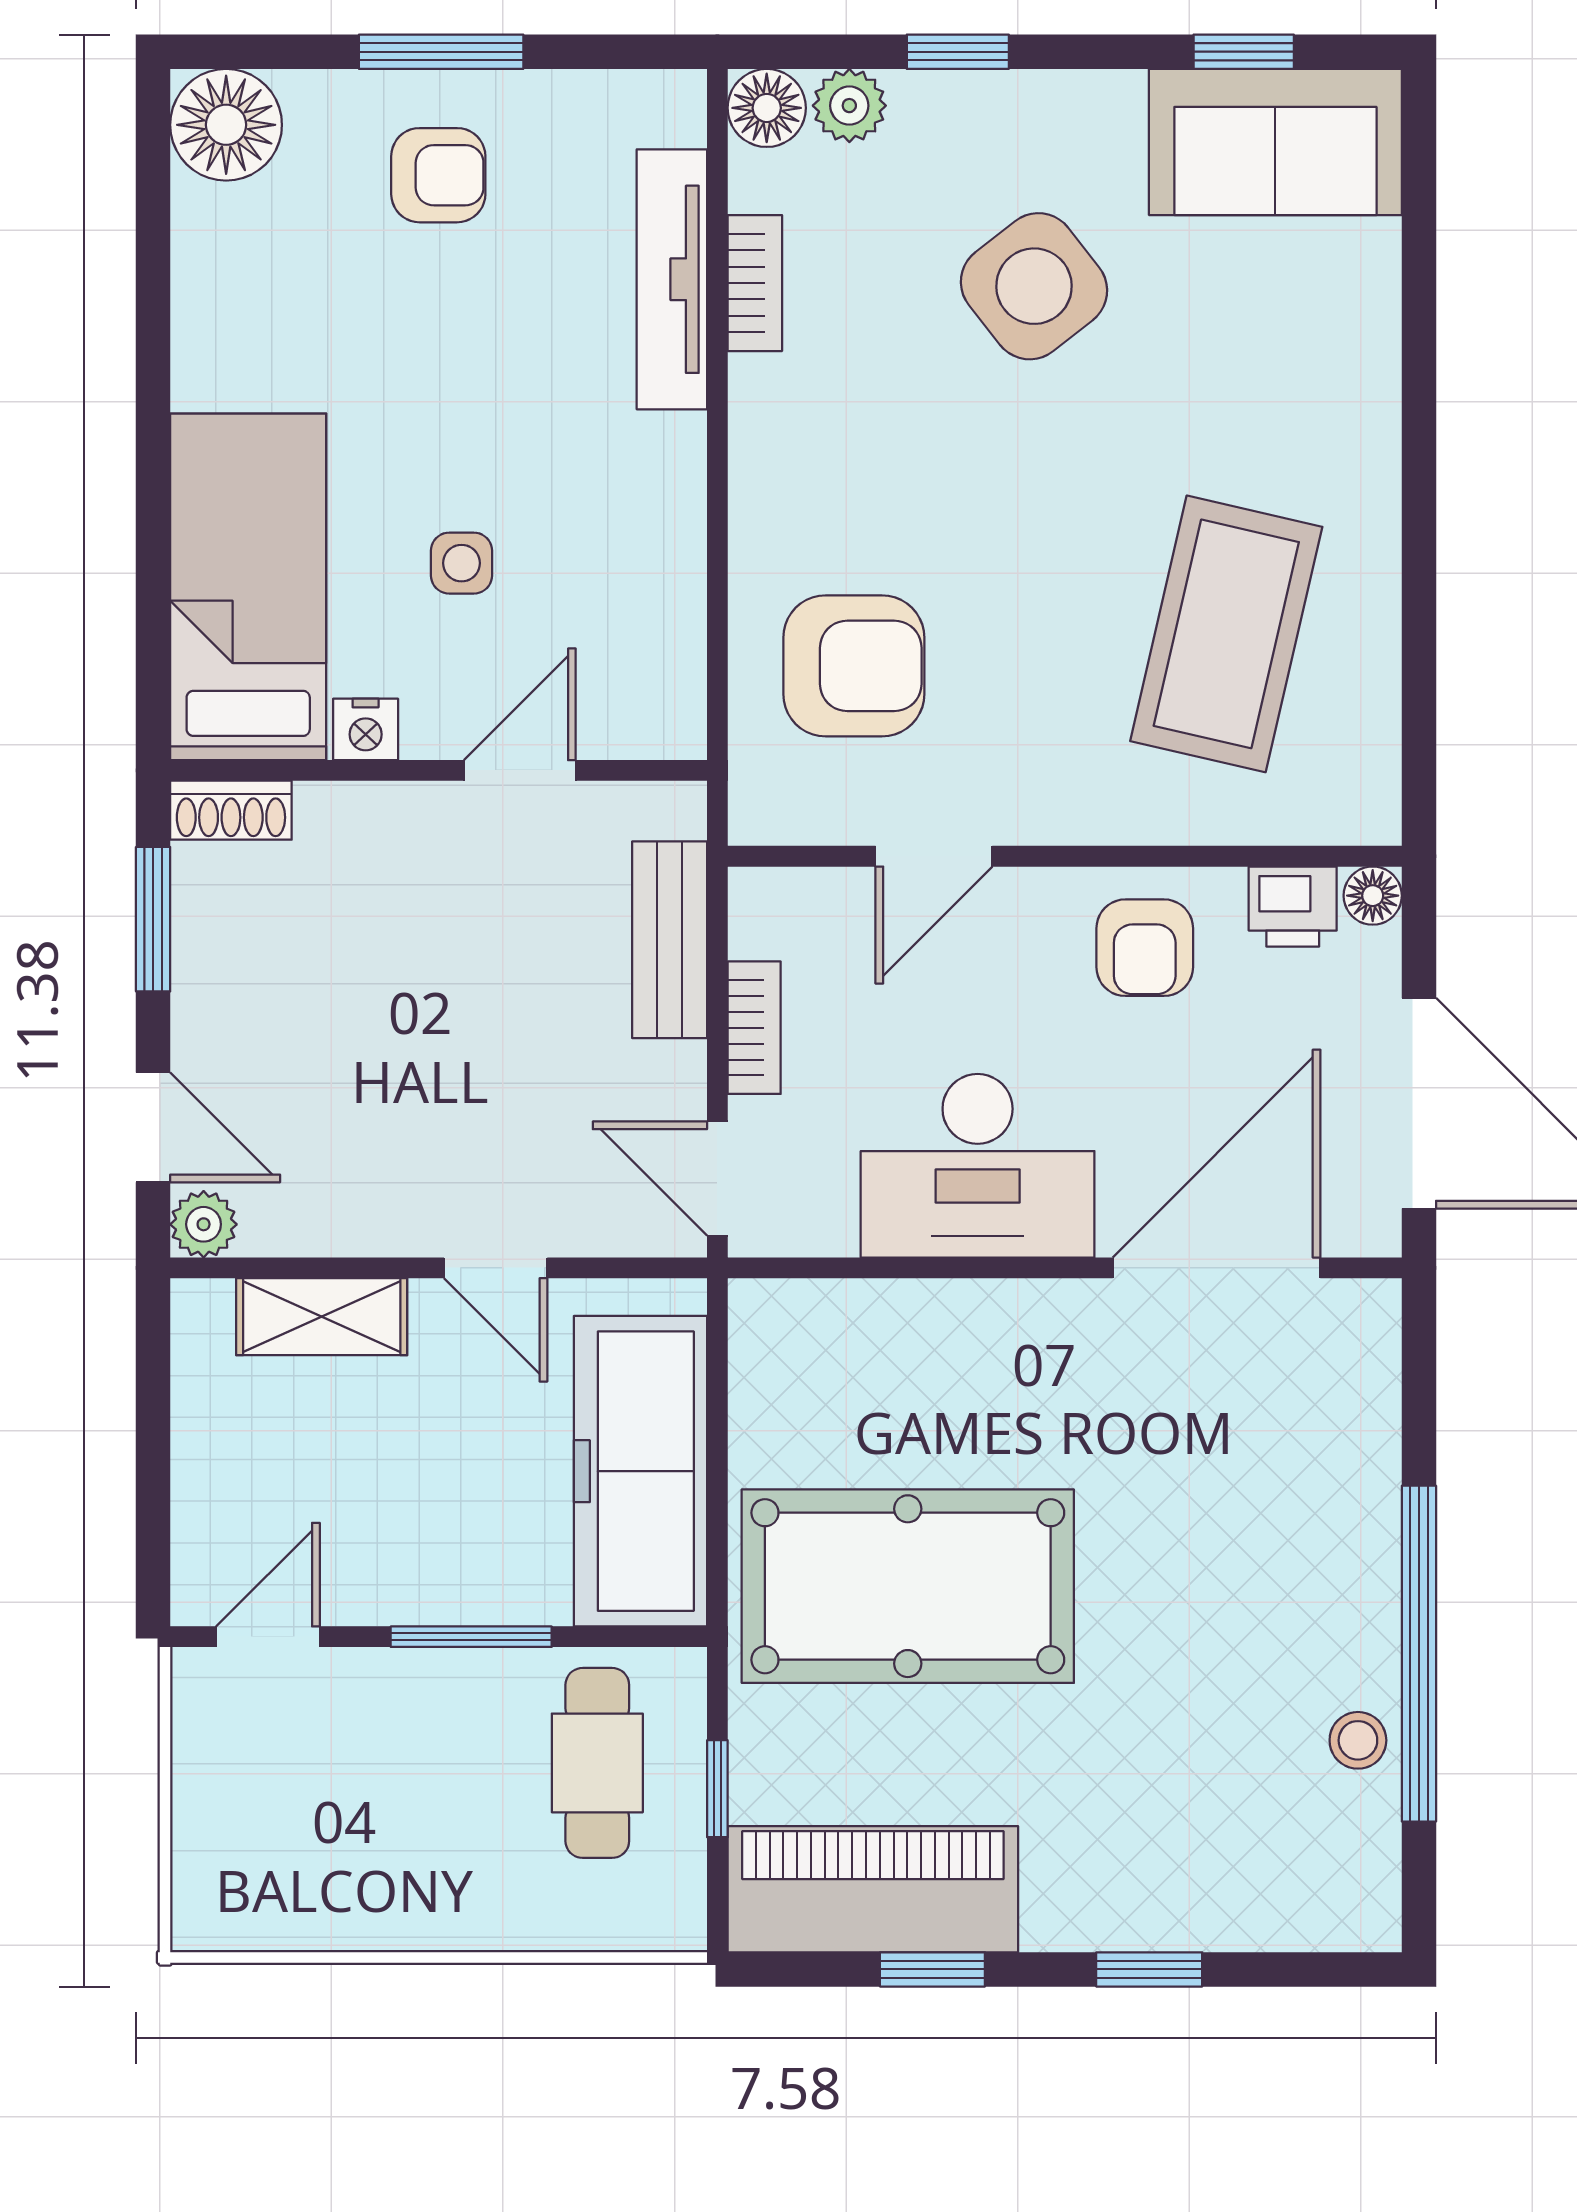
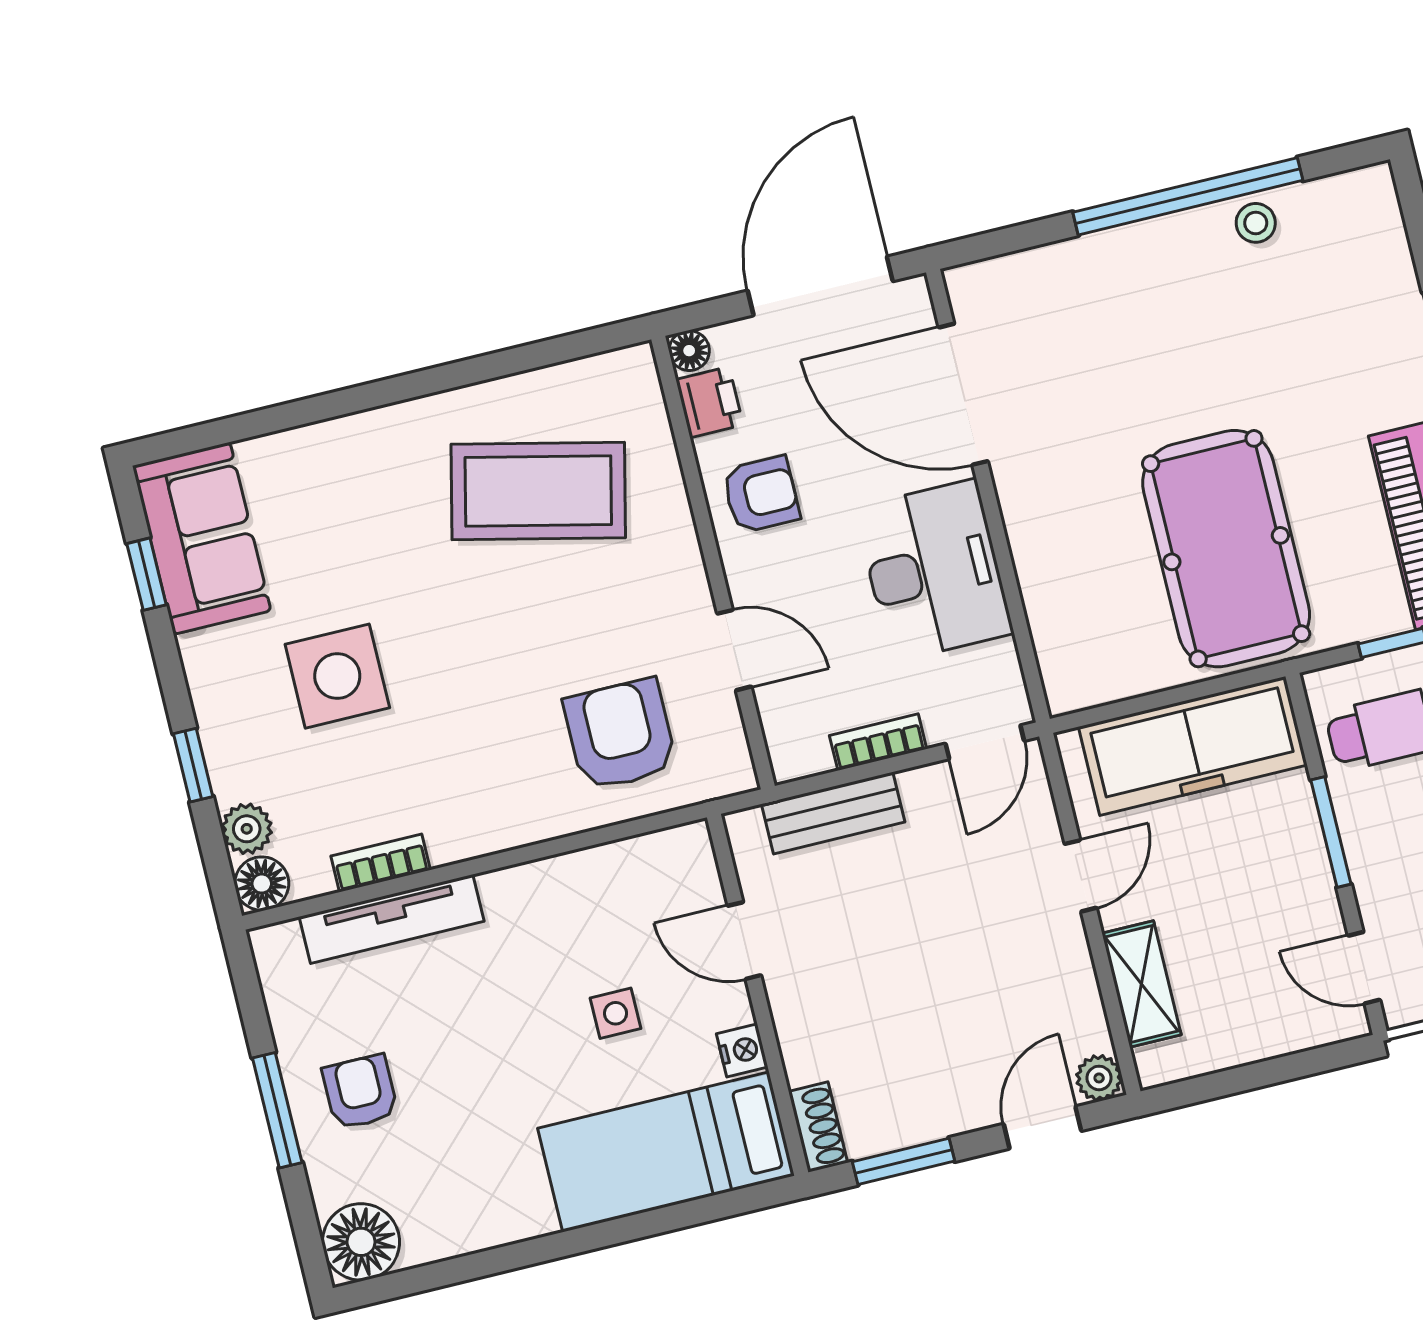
side table: (1034, 286) -> (337, 676), turned 38

